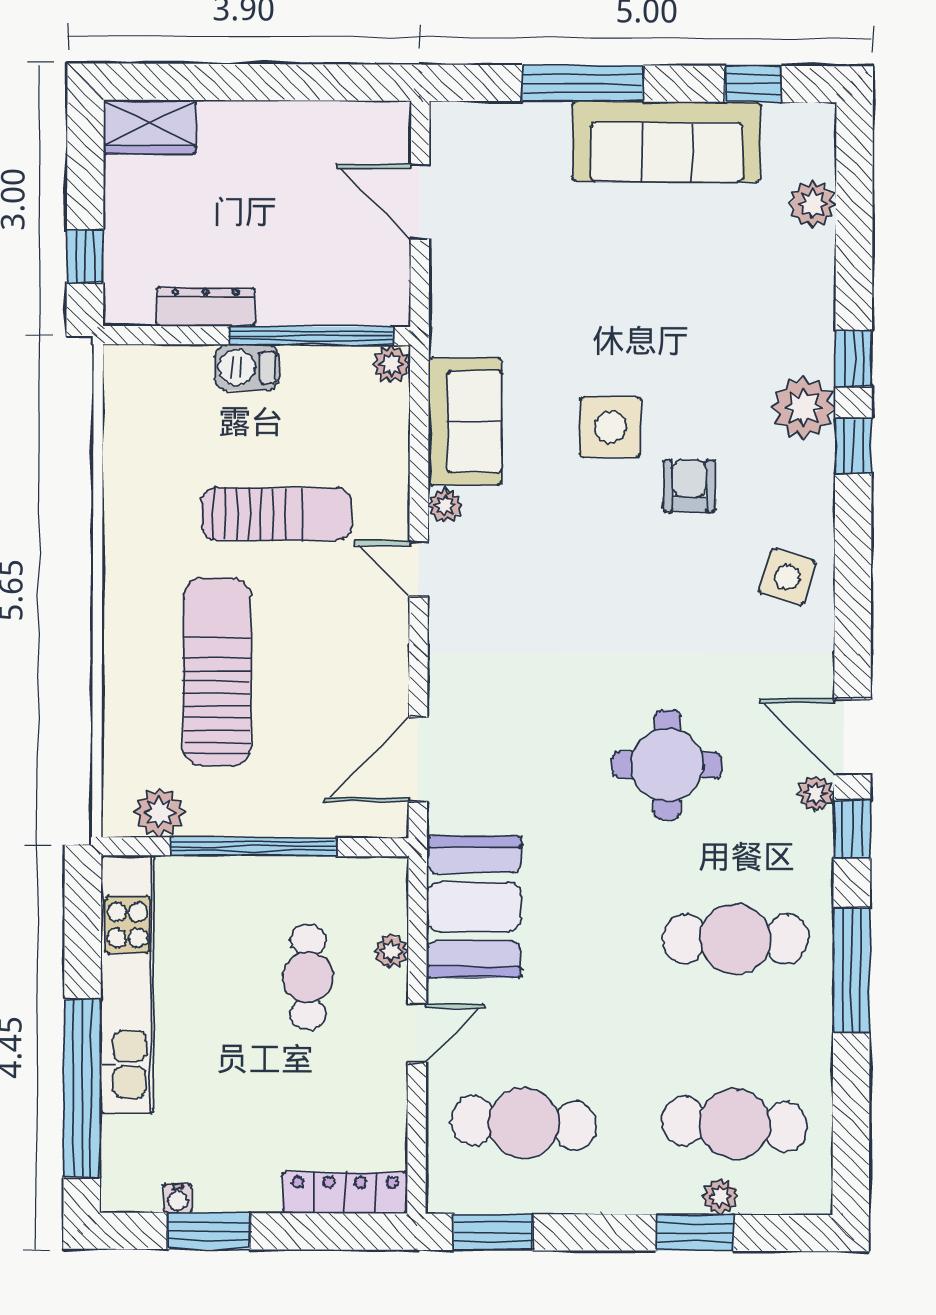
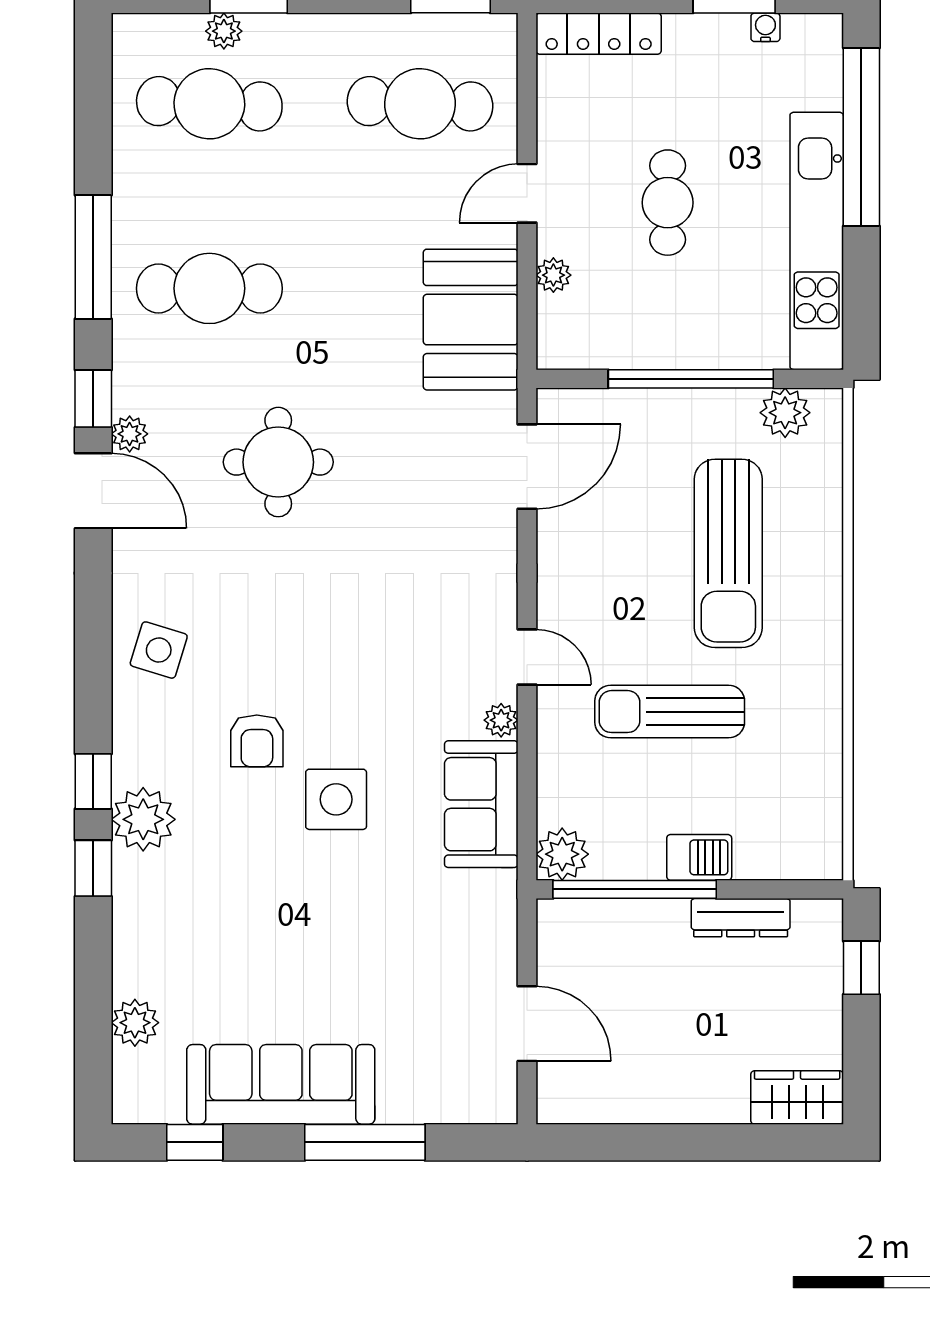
plant: (391, 364) -> (562, 854), width x1.38, depth x1.38
cafe table: (308, 977) -> (668, 203), moved

